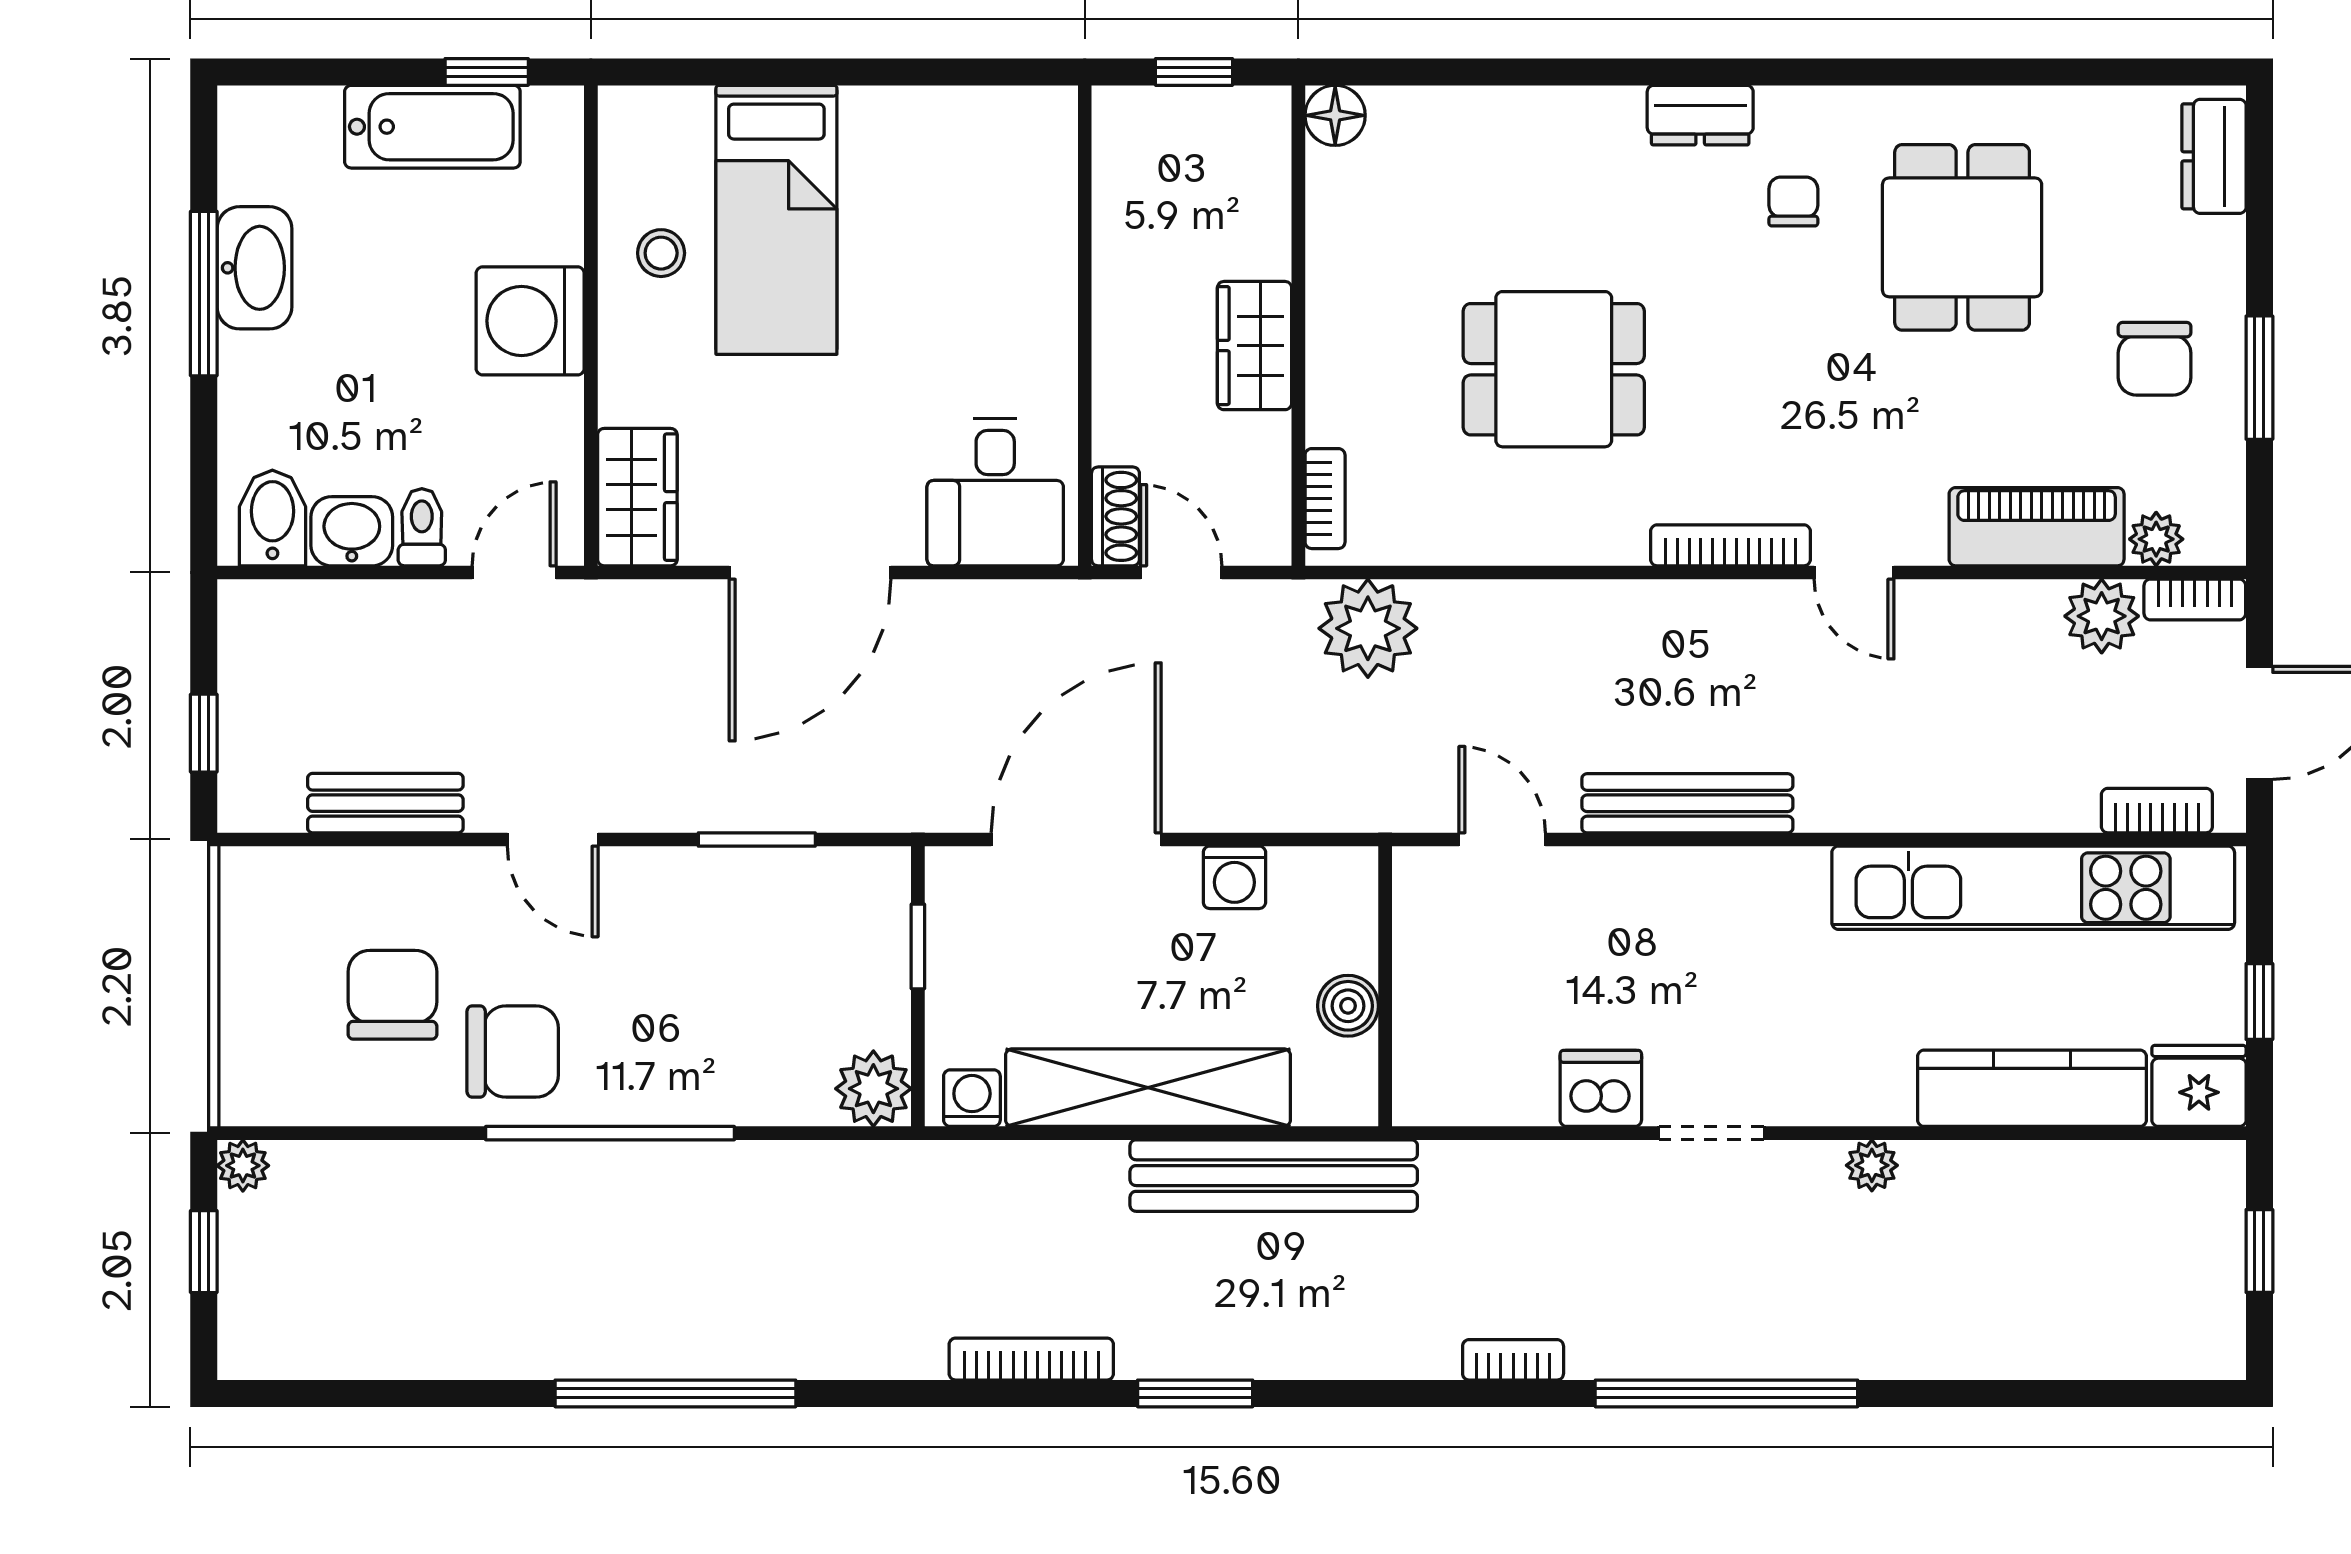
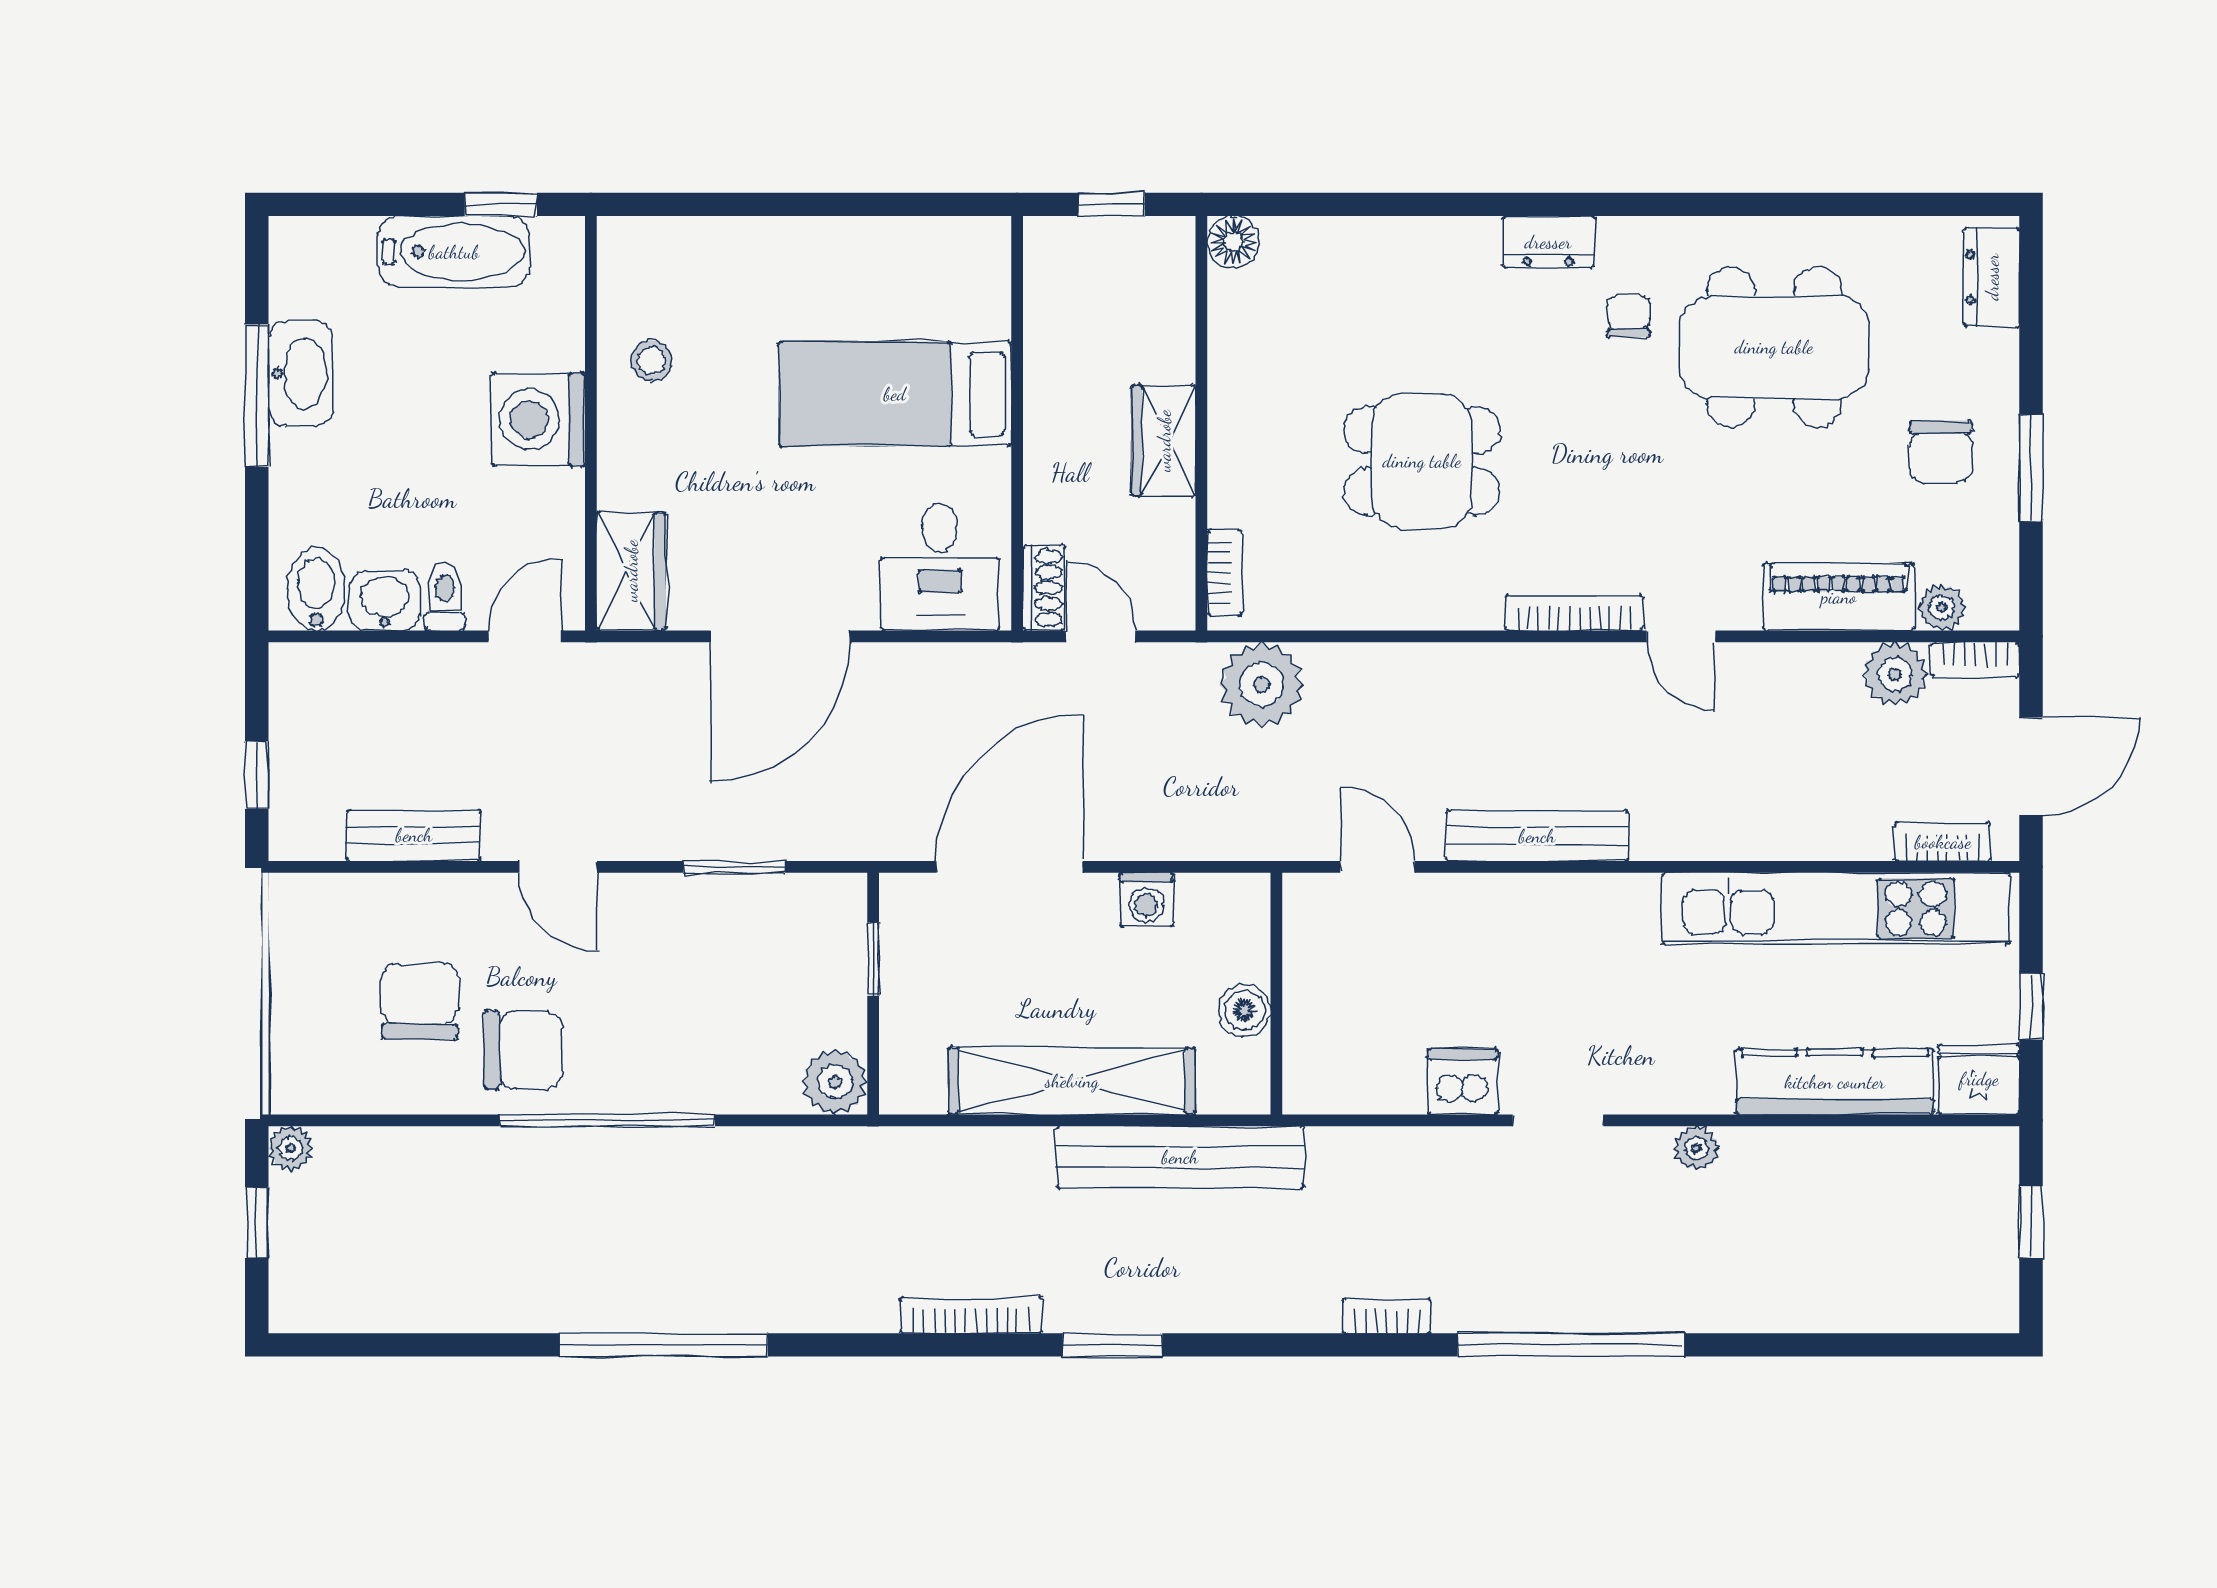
bed: (776, 220) -> (895, 394), moved, turned 90
dining table: (1962, 237) -> (1774, 347), width x1.38
washing machine: (972, 1098) -> (920, 1090), removed

